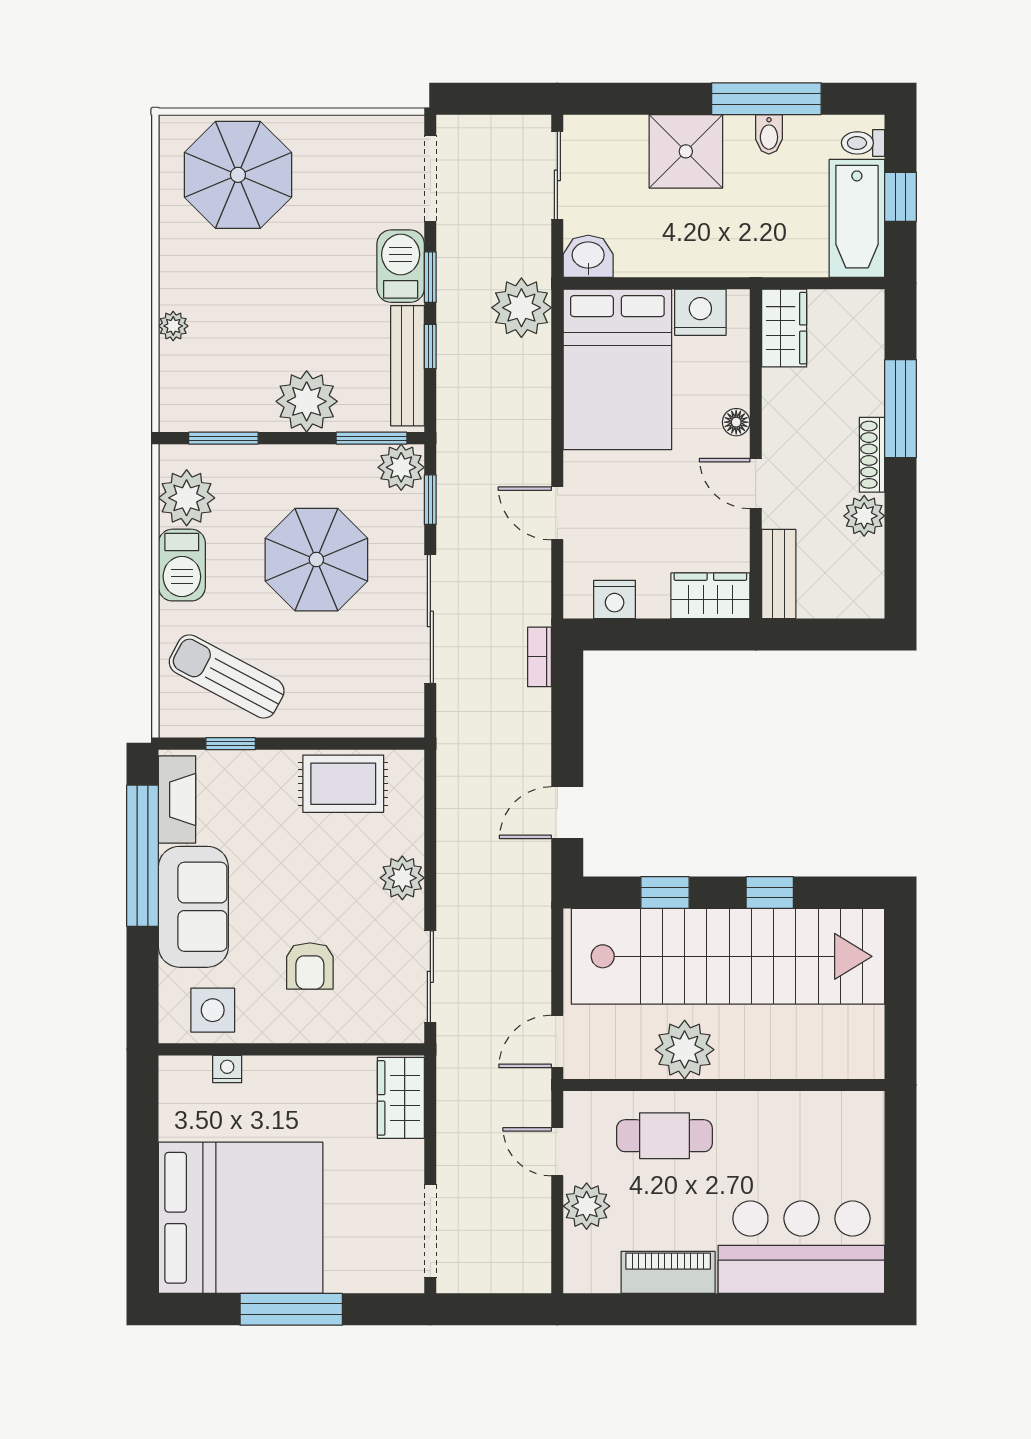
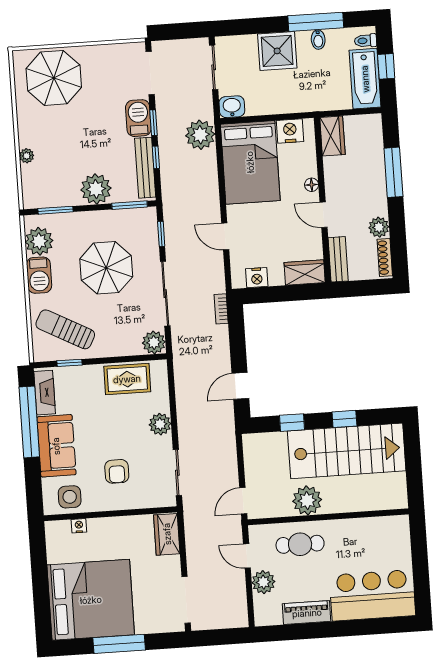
shoe rack: (872, 455) -> (385, 258), moved
plant: (401, 467) -> (154, 342), moved
stairs: (728, 956) -> (347, 451), width x0.73

